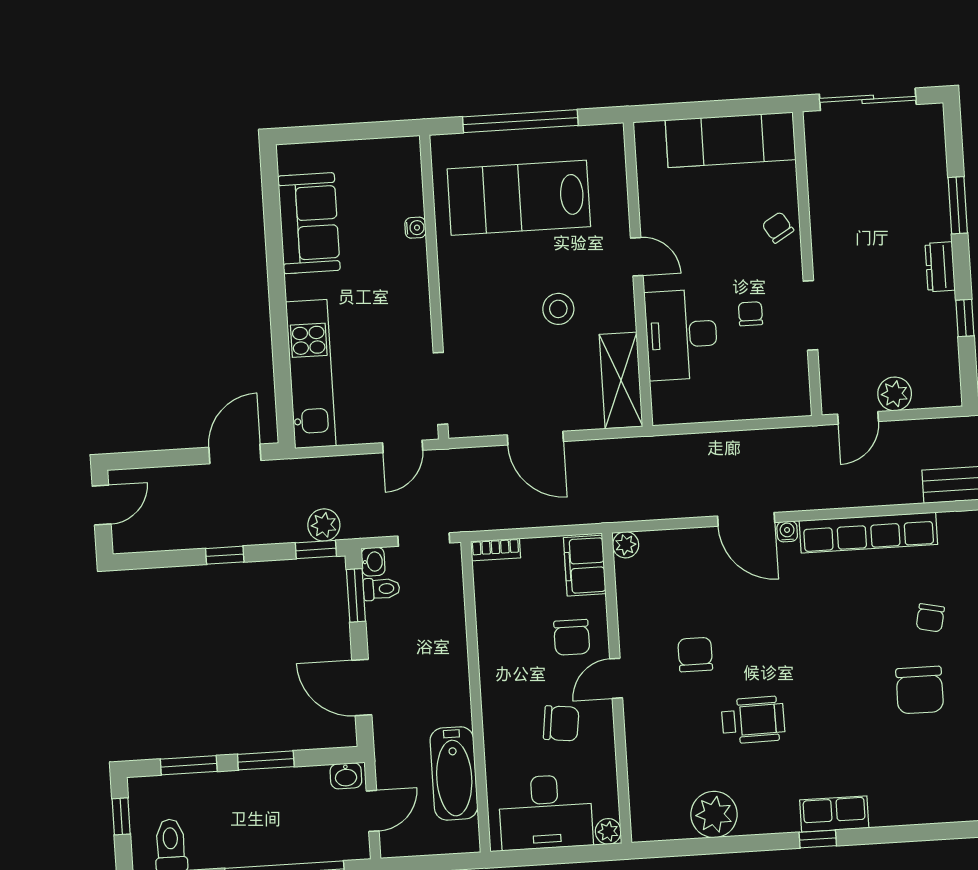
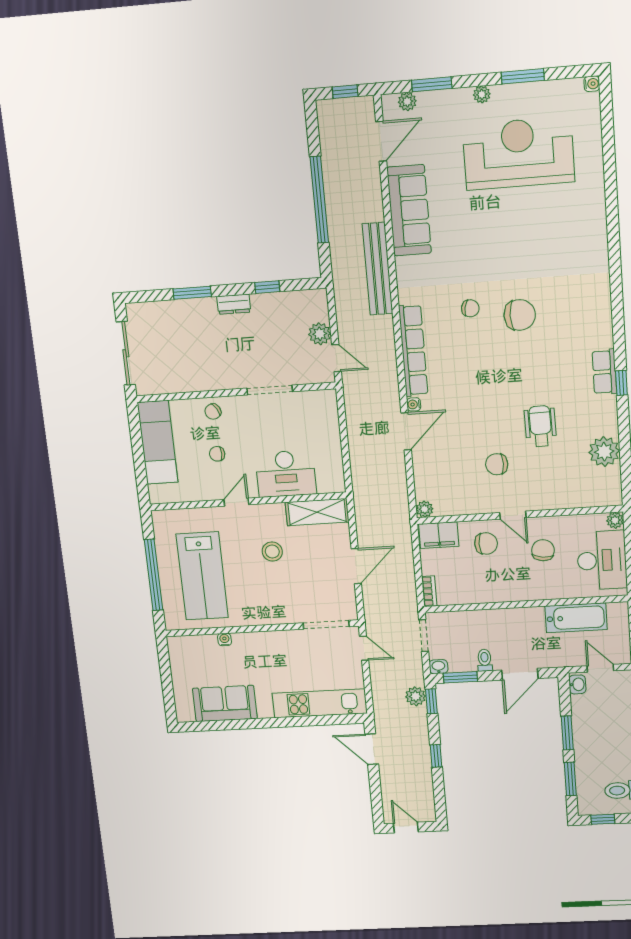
chair: (750, 314) -> (217, 454), moved
toilet: (381, 589) -> (485, 660), moved

